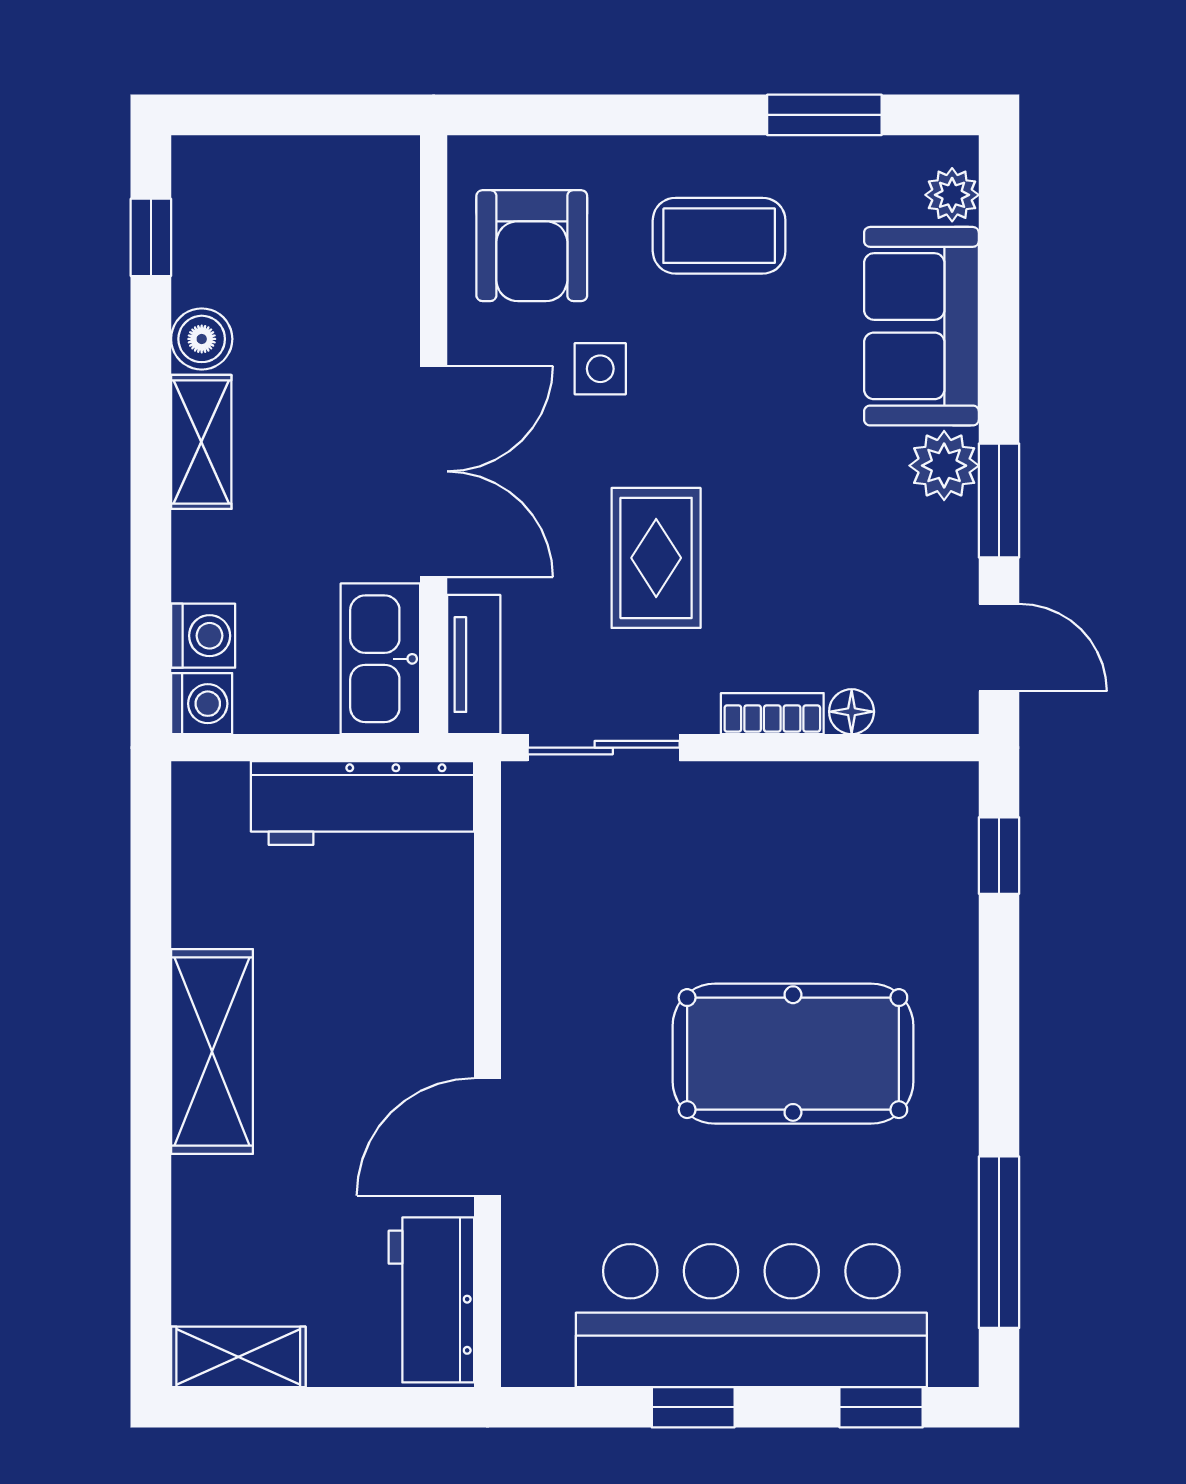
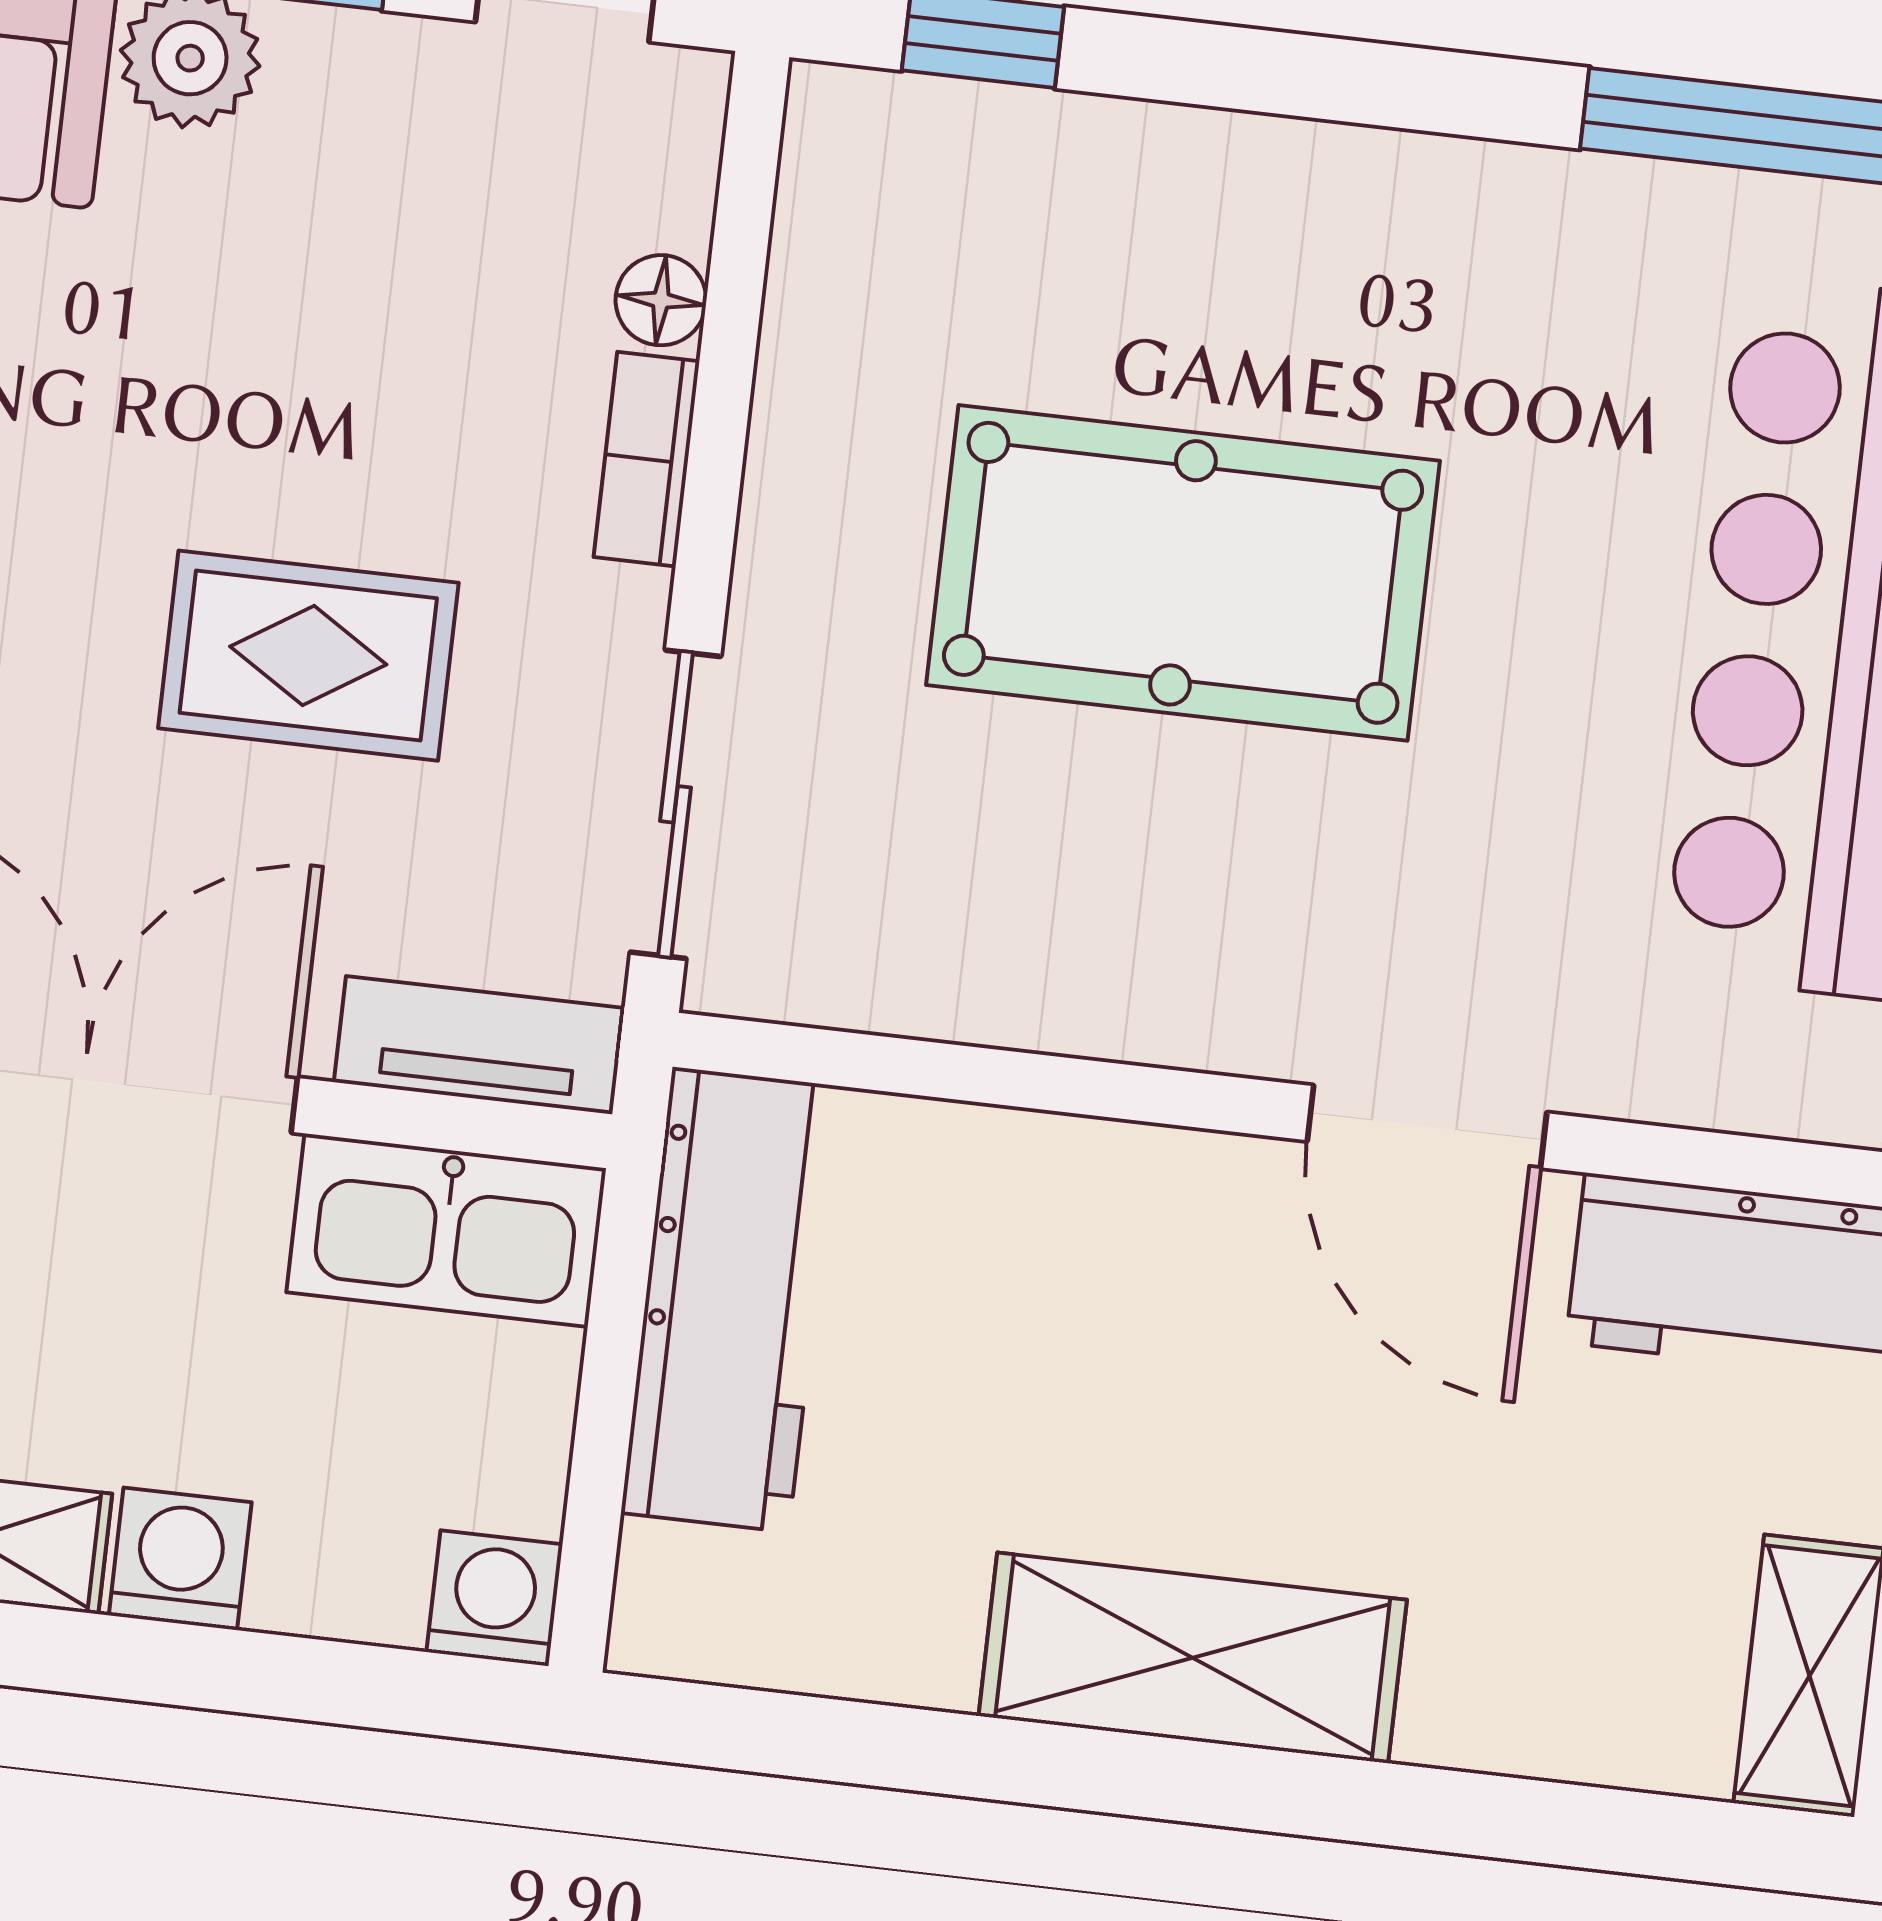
washing machine: (203, 636) -> (180, 1559), moved
pool table: (793, 1054) -> (1183, 573), moved, turned 90

